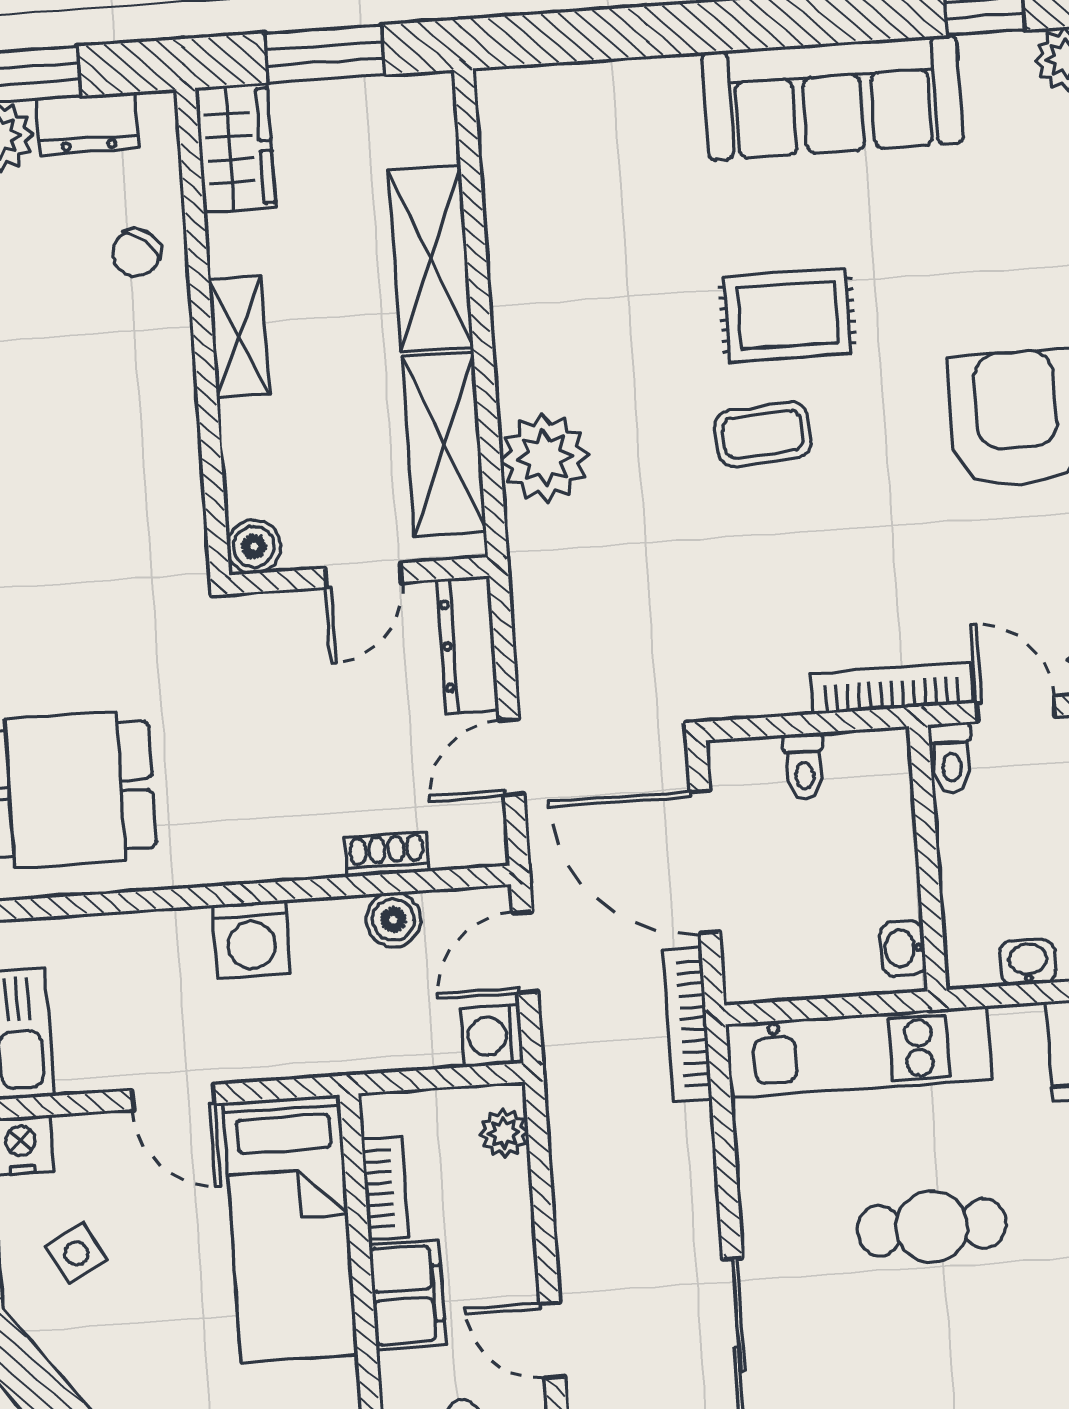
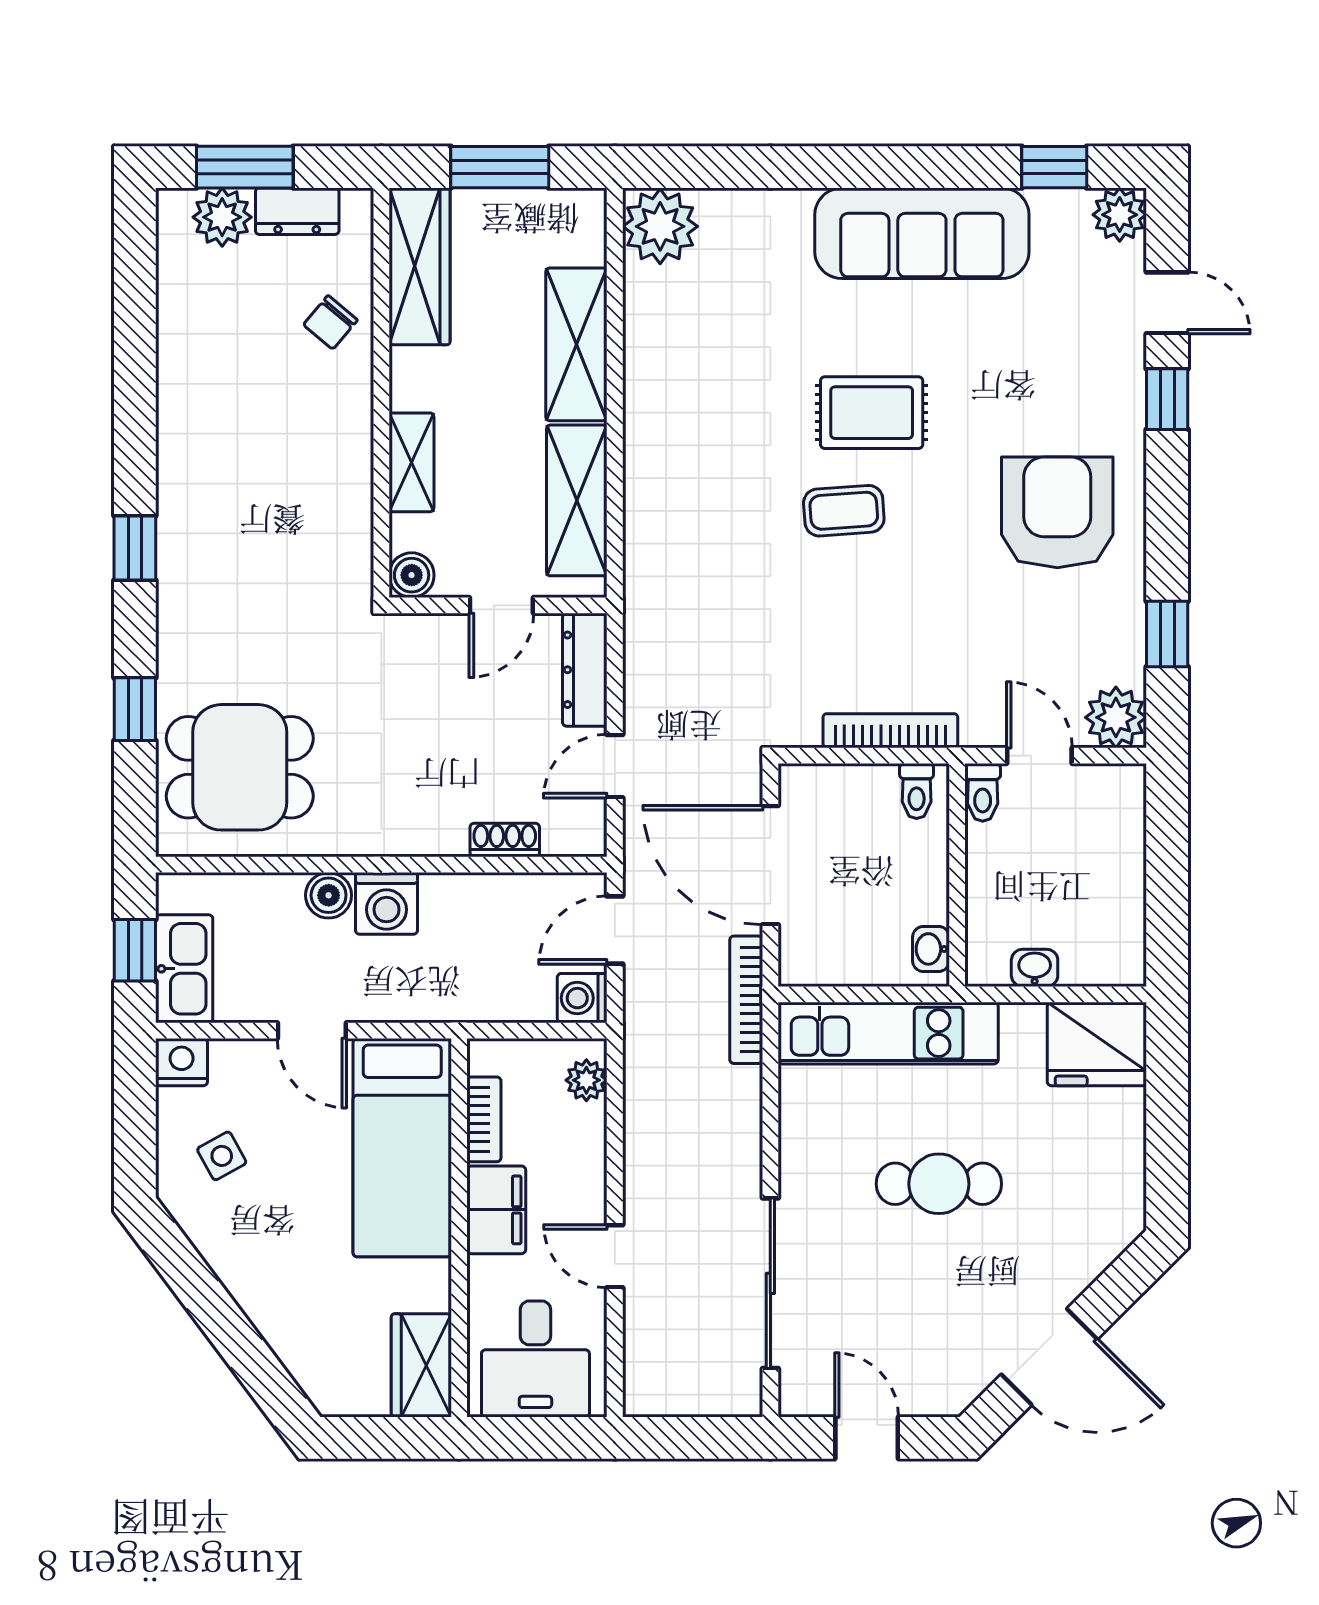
wardrobe: (235, 148) -> (419, 266), width x1.50
shelving: (239, 337) -> (411, 462), moved
plant: (545, 458) -> (660, 226), moved
bookcase: (891, 688) -> (890, 731), moved
toilet: (804, 766) -> (917, 791), moved
boiler: (393, 920) -> (329, 895), moved

